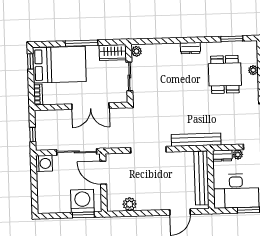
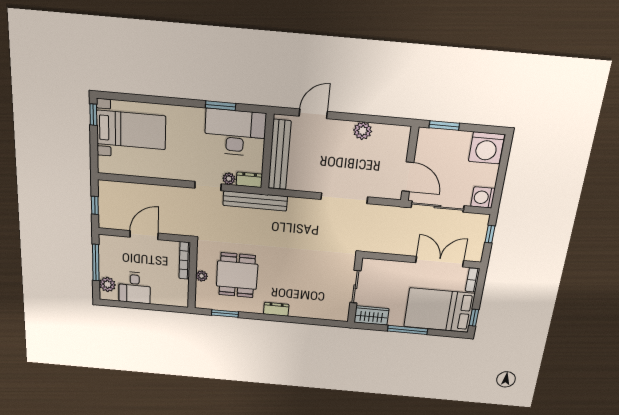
plant: (136, 51) -> (342, 313), removed
double door: (90, 106) -> (440, 262), moved
bench: (196, 140) -> (255, 201), moved
washing machine: (82, 201) -> (486, 148), moved
plant: (130, 204) -> (363, 131), moved

